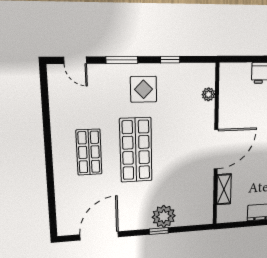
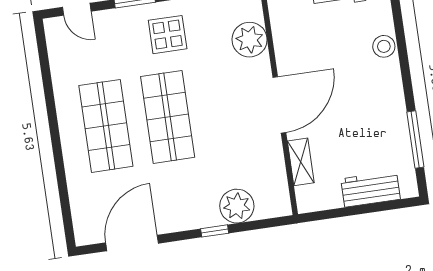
plant: (208, 94) -> (250, 40), width x1.88, depth x1.88
shop shelf: (89, 152) -> (106, 126), width x1.43, depth x1.36
plant: (164, 216) -> (237, 206), moved

